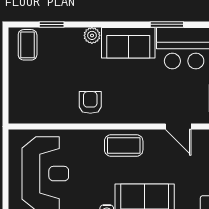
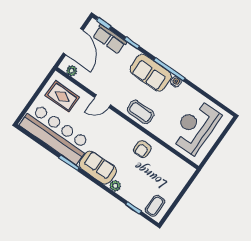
door: (178, 127) -> (103, 101), swing flipped

